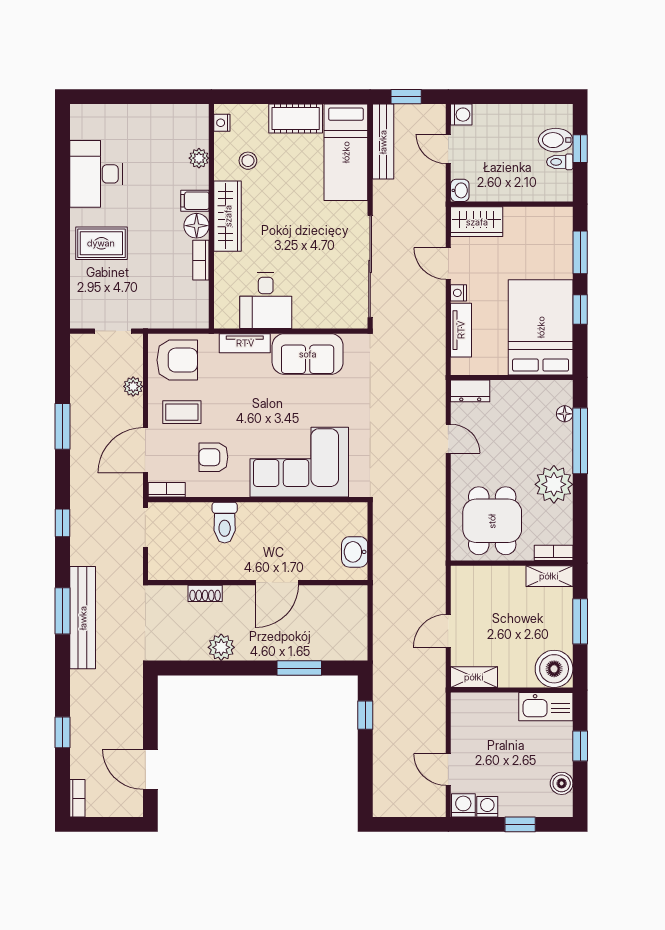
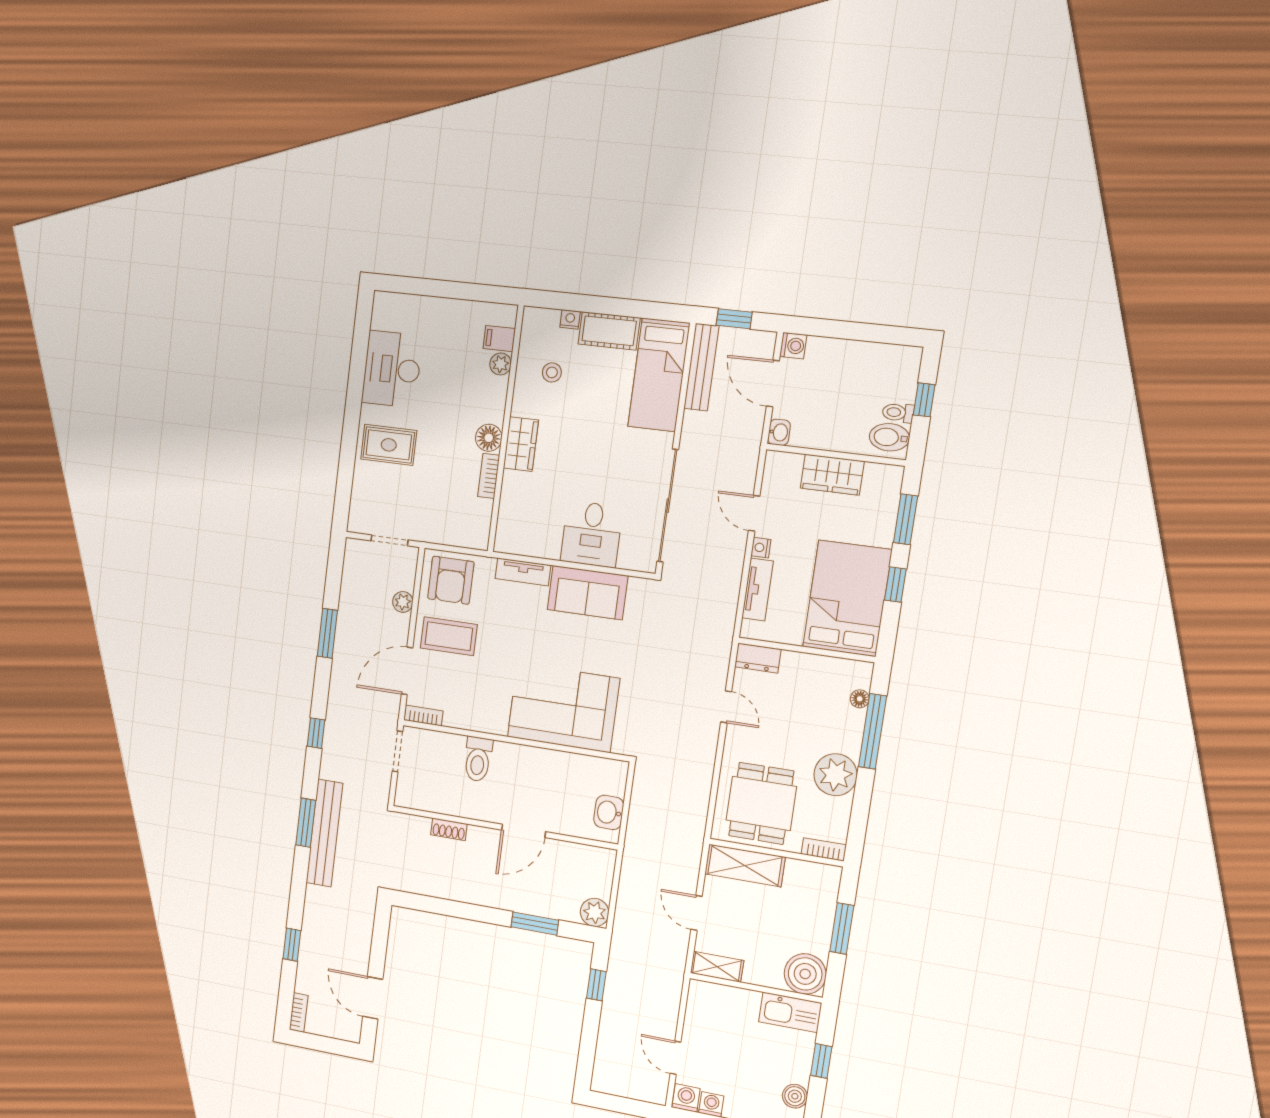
nightstand: (222, 123) -> (570, 319), moved, turned 90
bidet: (556, 140) -> (889, 437), moved
door: (448, 149) -> (773, 384), width x1.37
filing cabinet: (195, 201) -> (499, 339), moved
wardrobe: (228, 216) -> (521, 444), width x0.67
wardrobe: (477, 222) -> (832, 475), moved
desk: (266, 301) -> (592, 534), moved
armchair: (177, 360) -> (451, 580), turned 90
coffee table: (182, 412) -> (449, 636), width x1.36, depth x1.30
armchair: (213, 457) -> (475, 689), removed
shelving: (549, 576) -> (745, 865), moved, width x1.50, depth x1.33
door: (448, 631) -> (696, 913), hinge flipped
plant: (221, 647) -> (595, 912), moved

